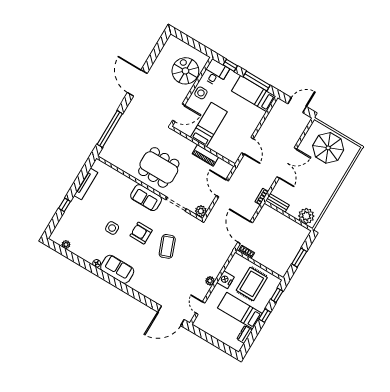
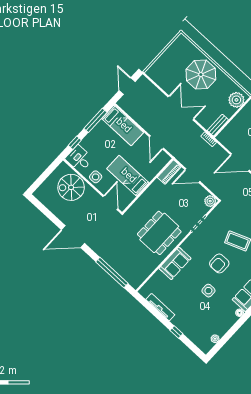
bed: (254, 94) -> (123, 126), moved, turned -90
door: (248, 146) -> (157, 142), swing flipped
parasol: (328, 148) -> (201, 75), moved
piano: (205, 155) -> (169, 172), moved
sofa: (146, 198) -> (175, 263), moved

